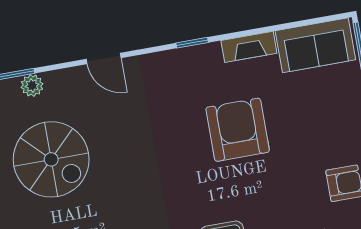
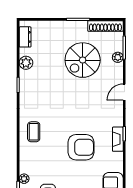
fireplace: (249, 47) -> (118, 139), moved

